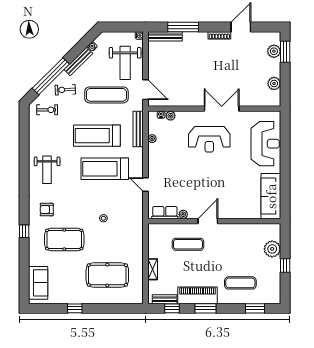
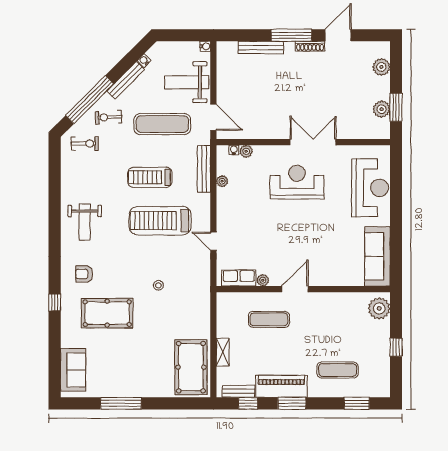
window: (183, 27) -> (291, 35), moved
bench: (165, 36) -> (261, 47), moved
window: (285, 52) -> (396, 107), moved
weight bench: (125, 63) -> (187, 82), turned 90
treadmill: (97, 136) -> (150, 177), width x0.73, depth x0.73
reception desk: (209, 139) -> (297, 182), turned 180
plant: (272, 249) -> (379, 308), moved
pool table: (107, 275) -> (191, 367), moved, turned 90
window: (75, 308) -> (121, 403), width x2.17

